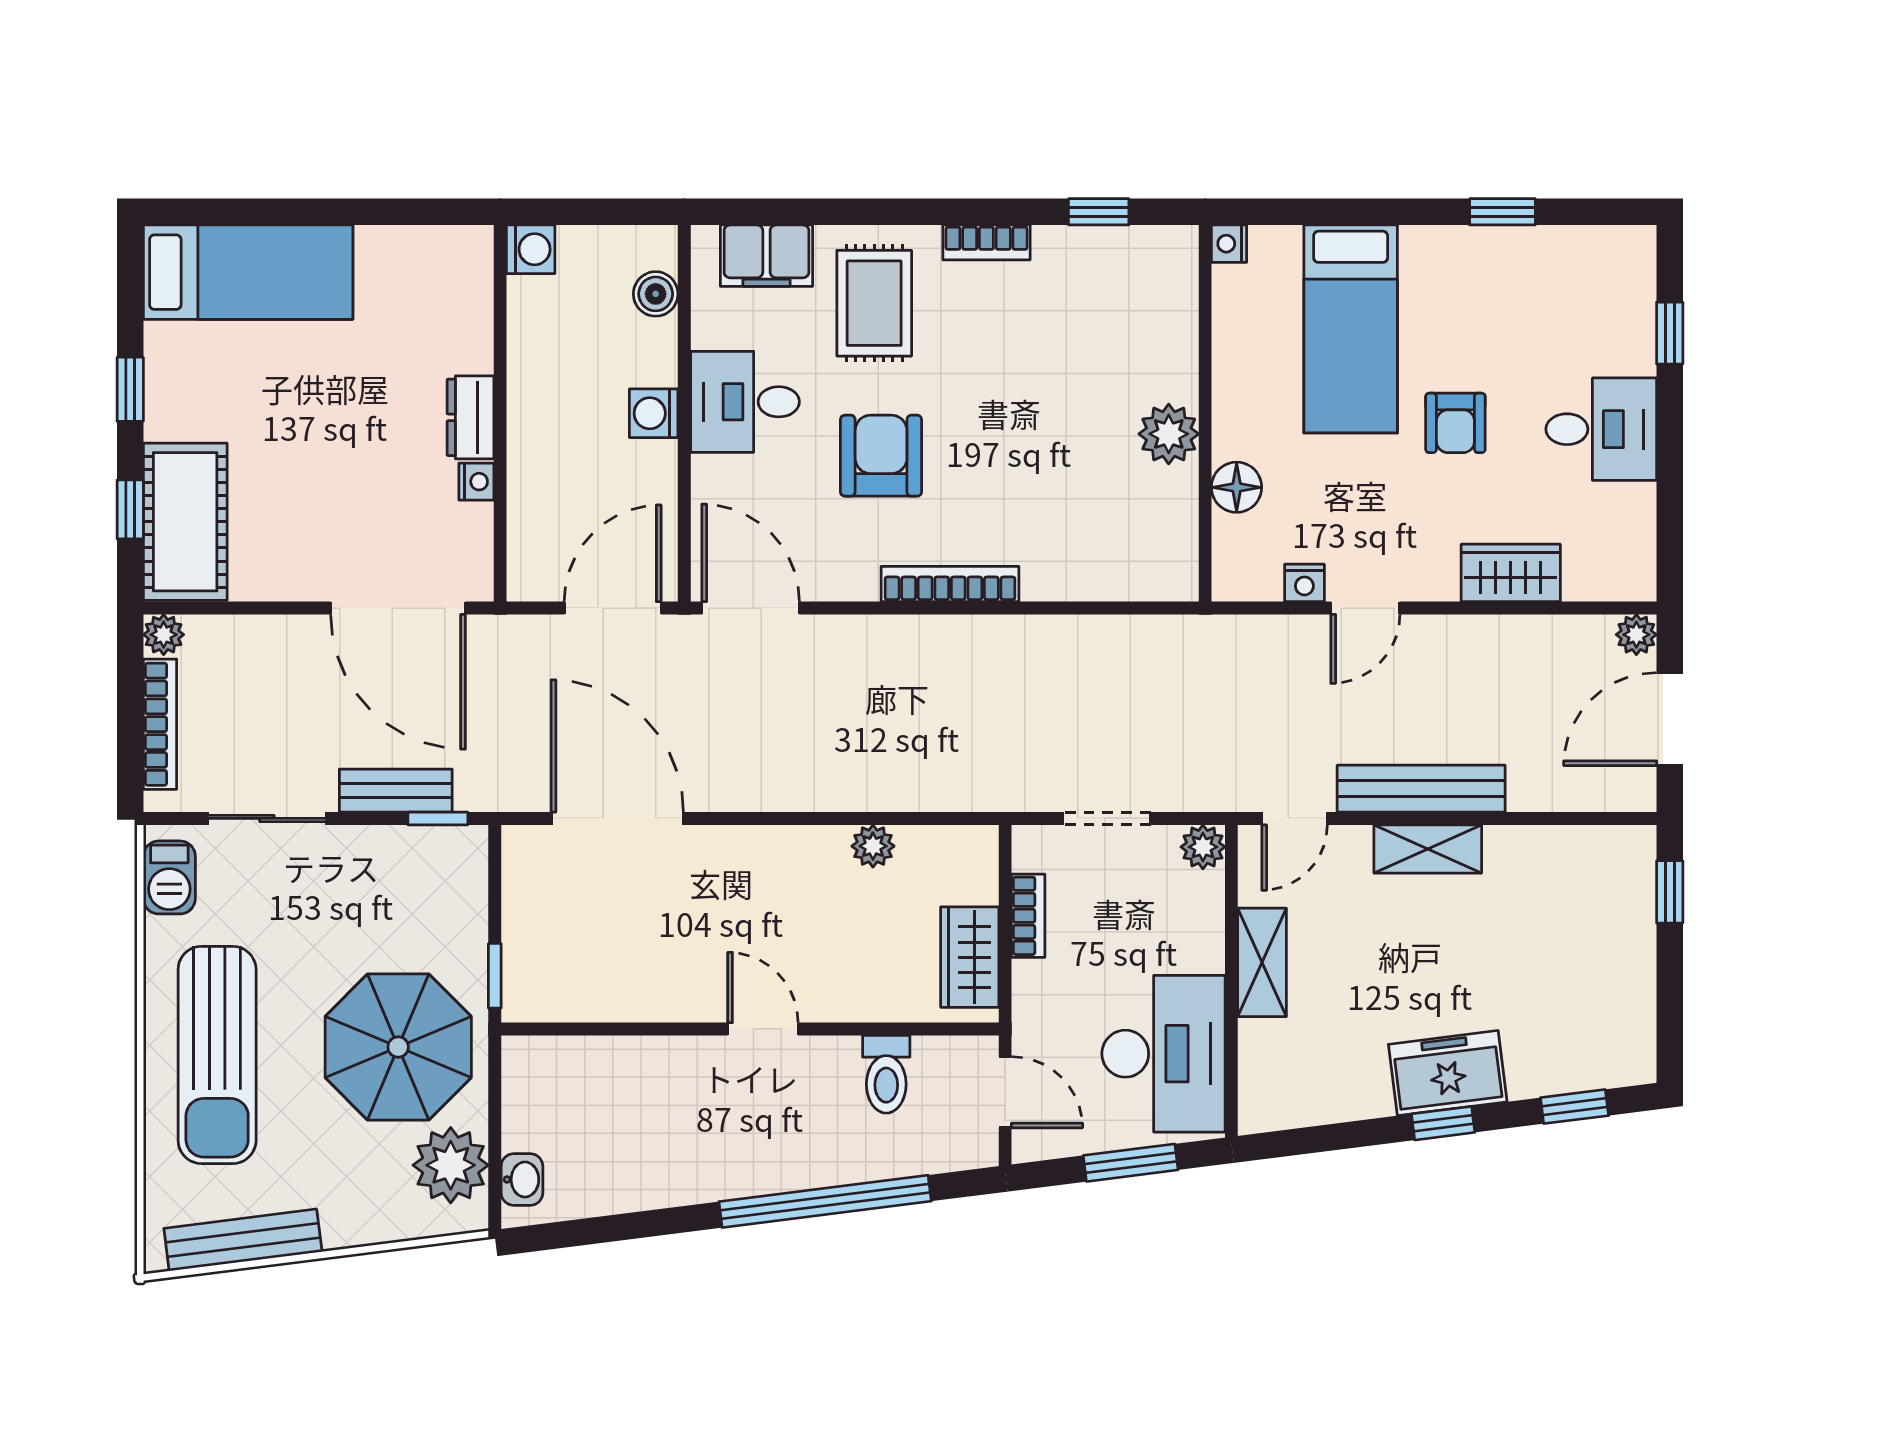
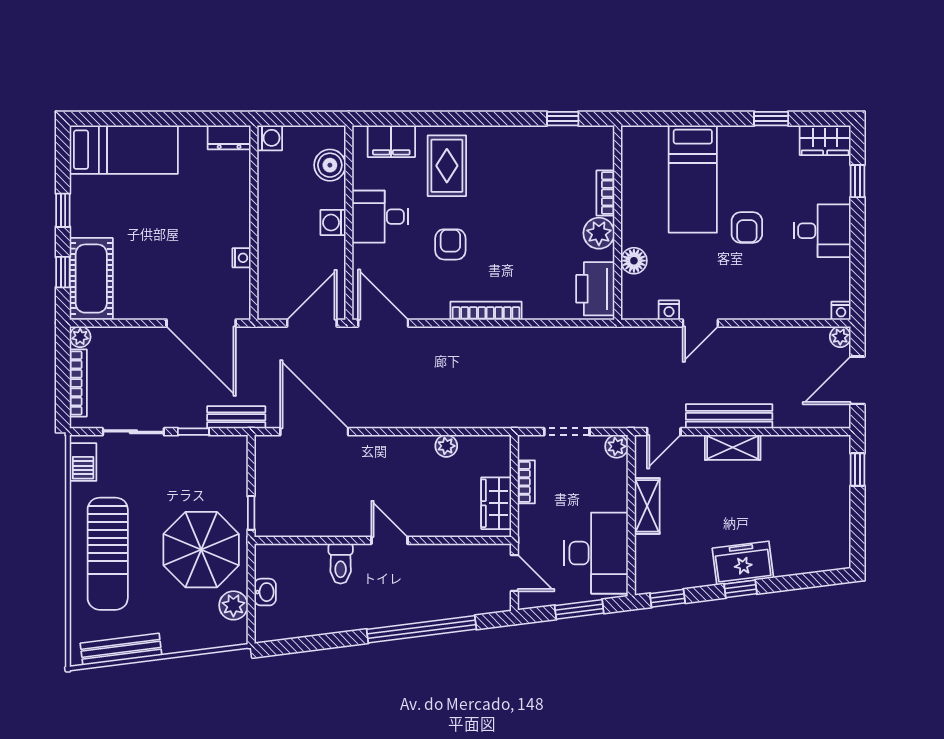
bookcase: (986, 242) -> (605, 193), moved, turned 90
nightstand: (1229, 244) -> (841, 311), moved, turned -90
boiler: (656, 294) -> (330, 165), width x1.36, depth x1.36
dresser: (470, 417) -> (229, 137), moved, turned -90
armchair: (881, 456) -> (450, 244), width x0.72, depth x0.72
printer: (1162, 542) -> (595, 289), added
wardrobe: (1511, 573) -> (825, 140), moved, turned 180
bench: (396, 791) -> (236, 417), moved
window: (438, 818) -> (193, 432), moved
toilet: (886, 1074) -> (341, 564), moved
window: (1575, 1107) -> (668, 598), moved
plant: (451, 1165) -> (233, 605), width x0.73, depth x0.73
washbasin: (522, 1180) -> (265, 592), moved

